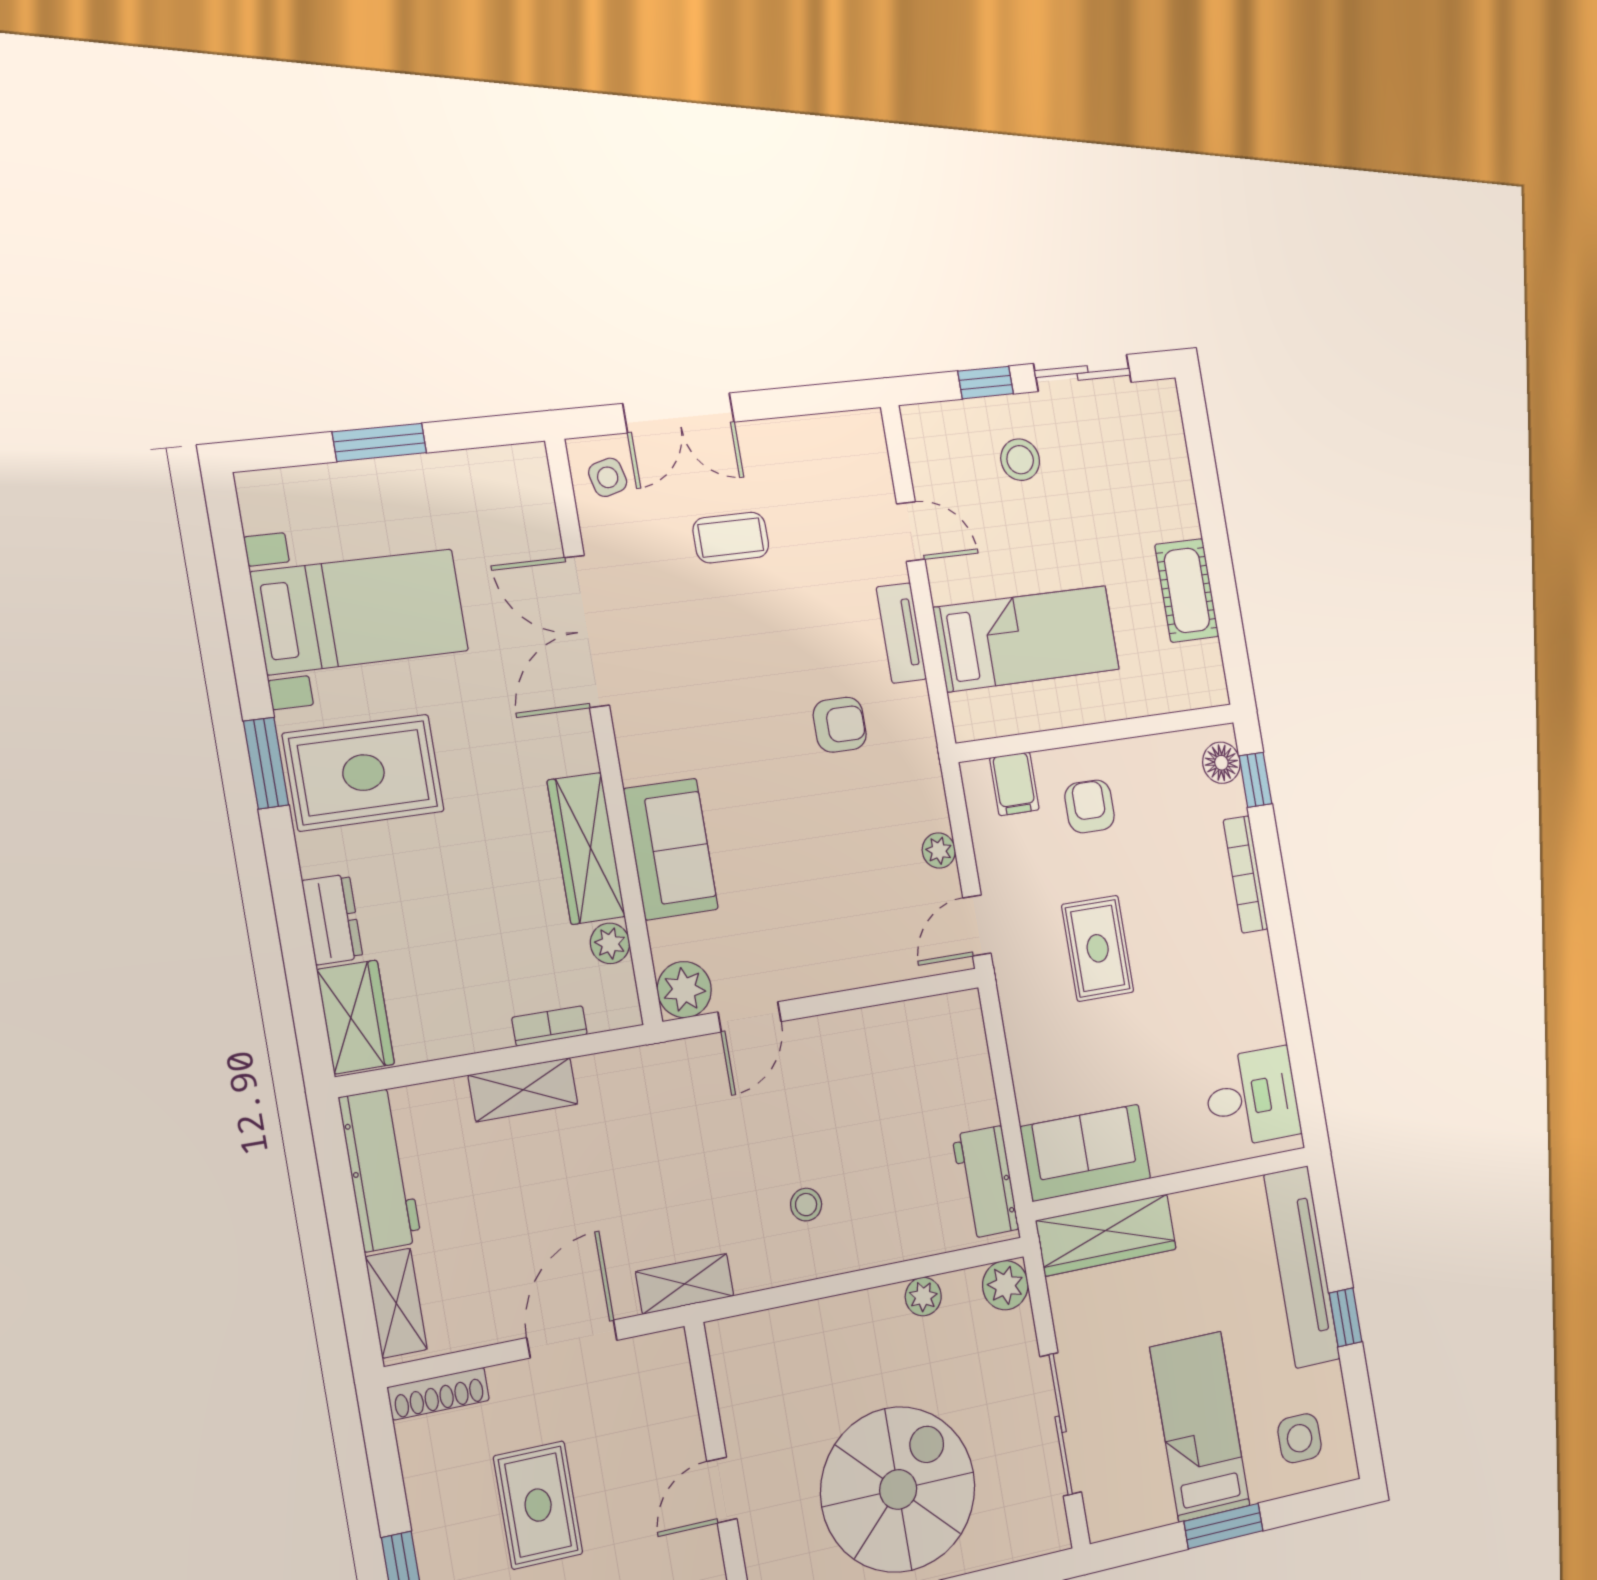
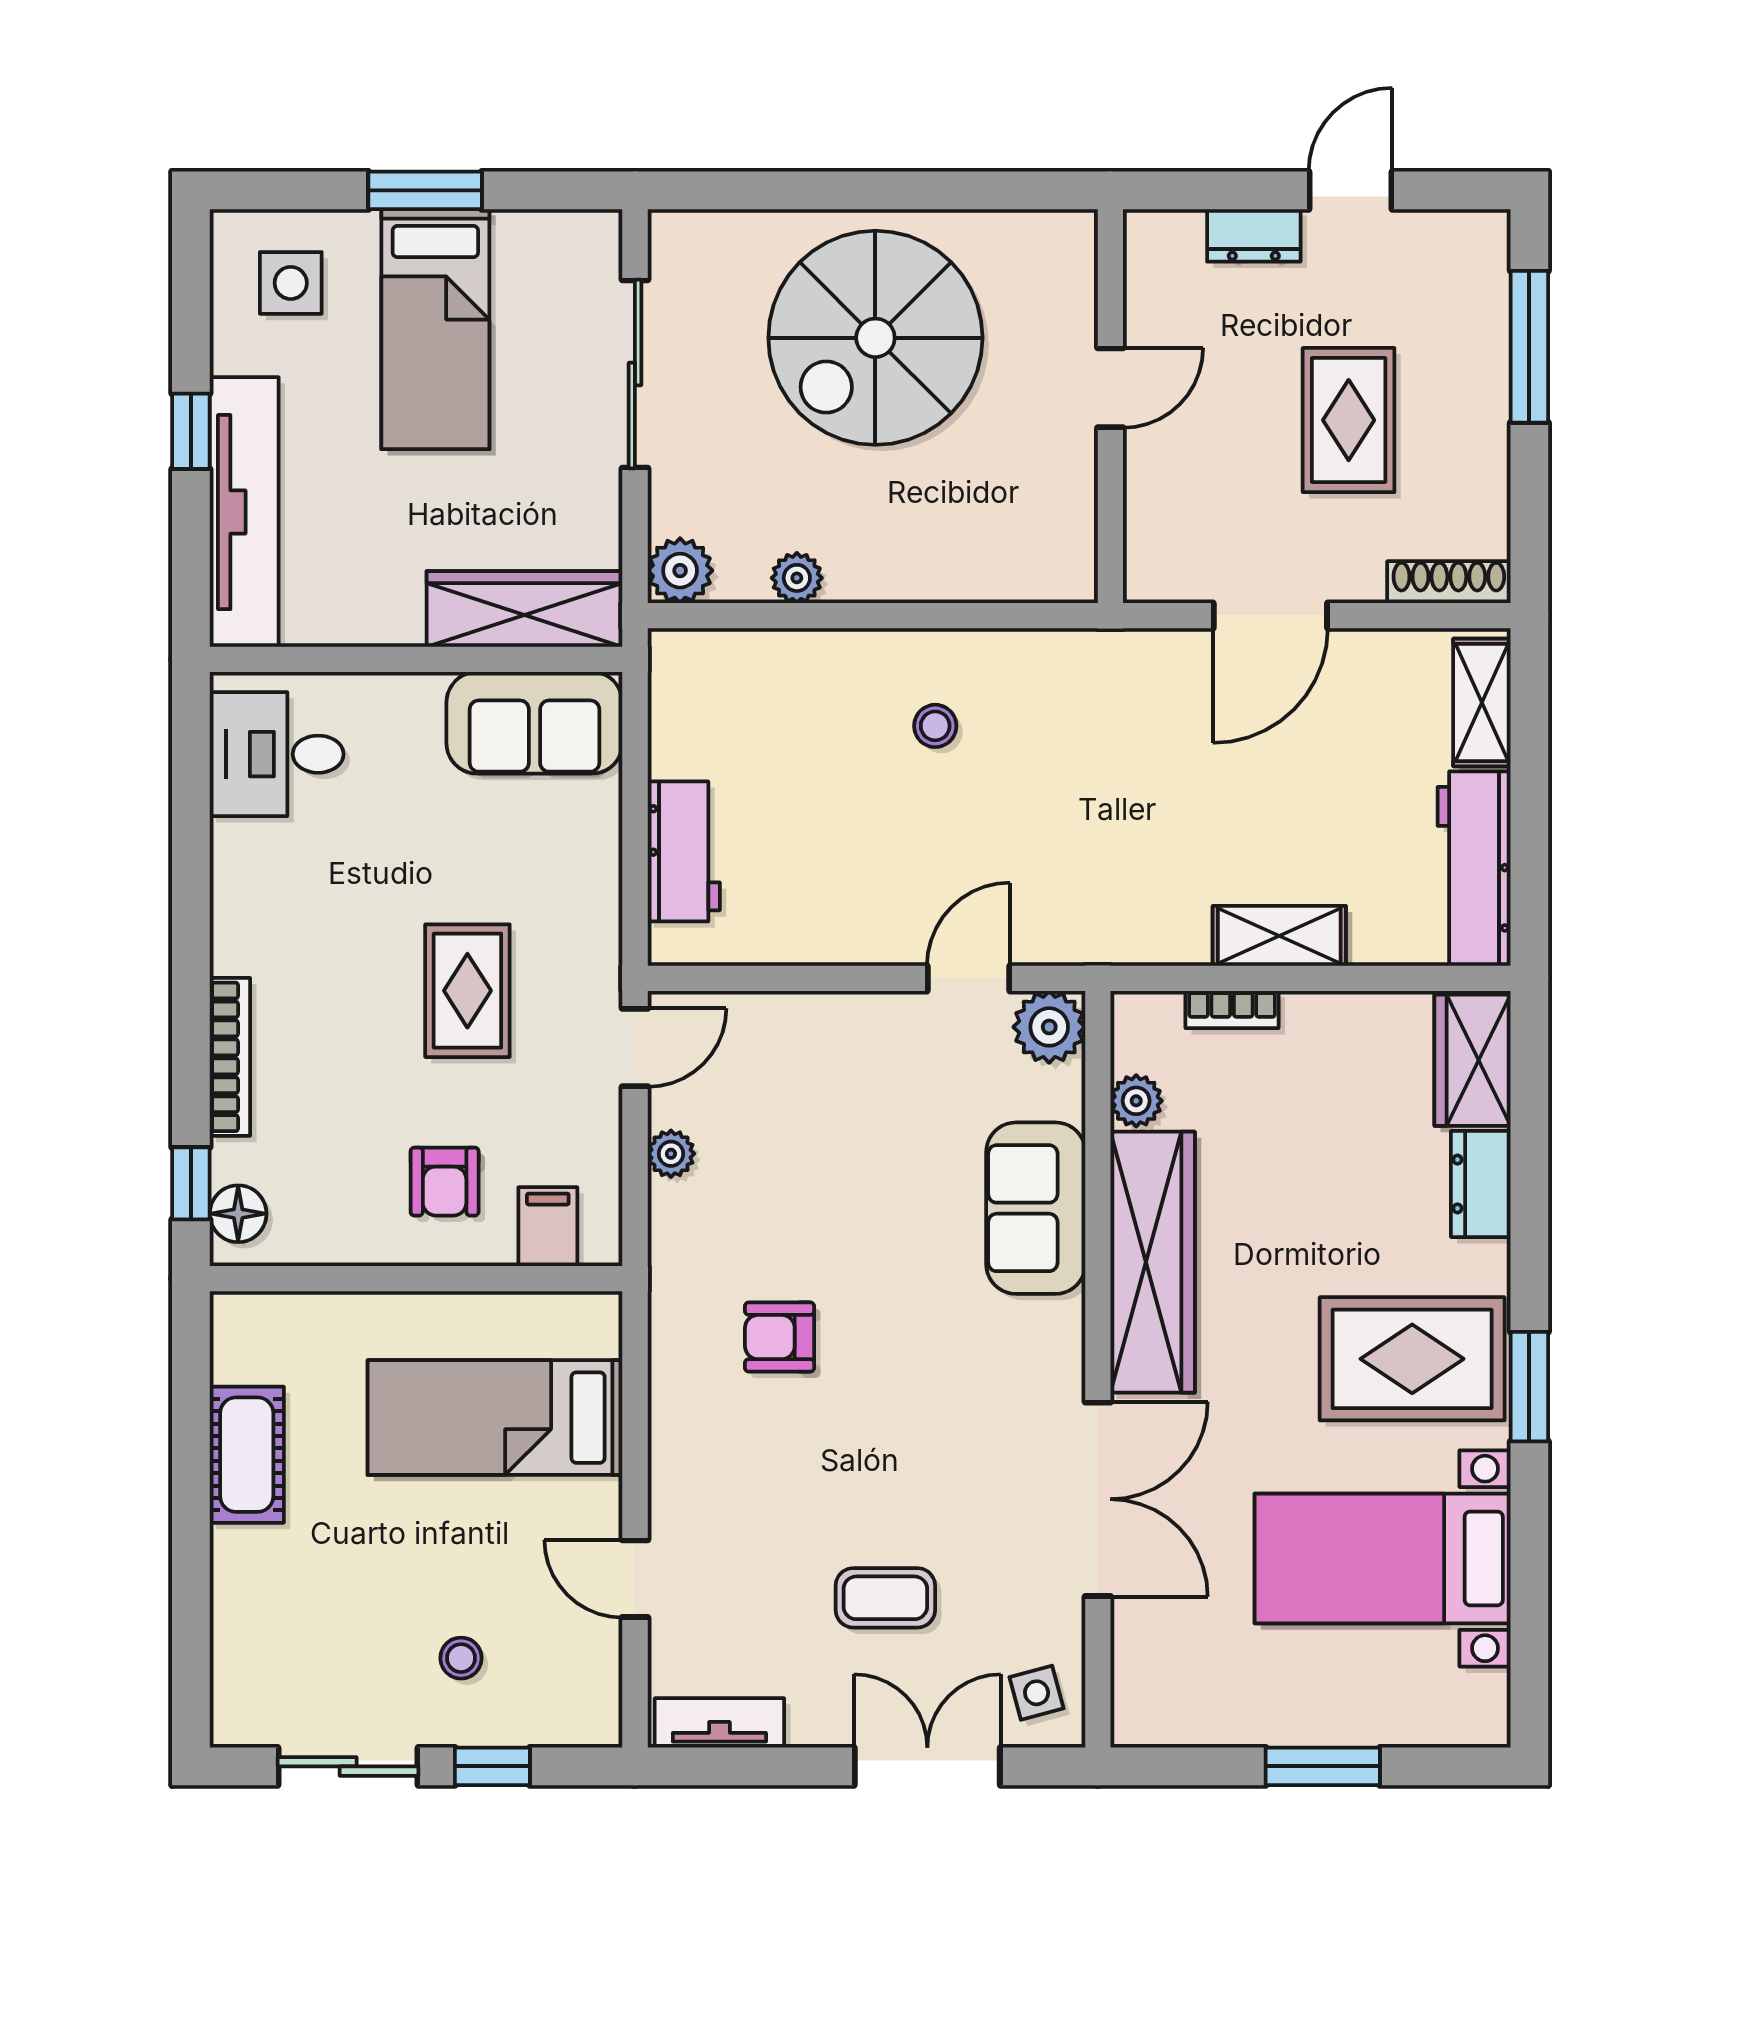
stool: (1020, 460) -> (461, 1658), width x0.73, depth x0.73
tv unit: (901, 633) -> (719, 1723), moved, turned -90
wardrobe: (586, 848) -> (1153, 1262), width x1.40, depth x1.17
workbench: (985, 1182) -> (684, 851), moved
shelving: (685, 1284) -> (1114, 656), removed

